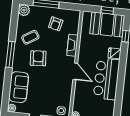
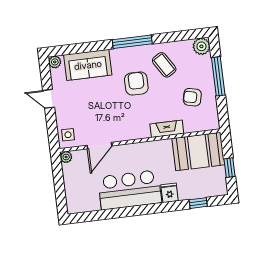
booth: (107, 25) -> (198, 152), moved, turned 90
armchair: (38, 58) -> (136, 83), turned -86
door: (75, 71) -> (99, 146), moved

